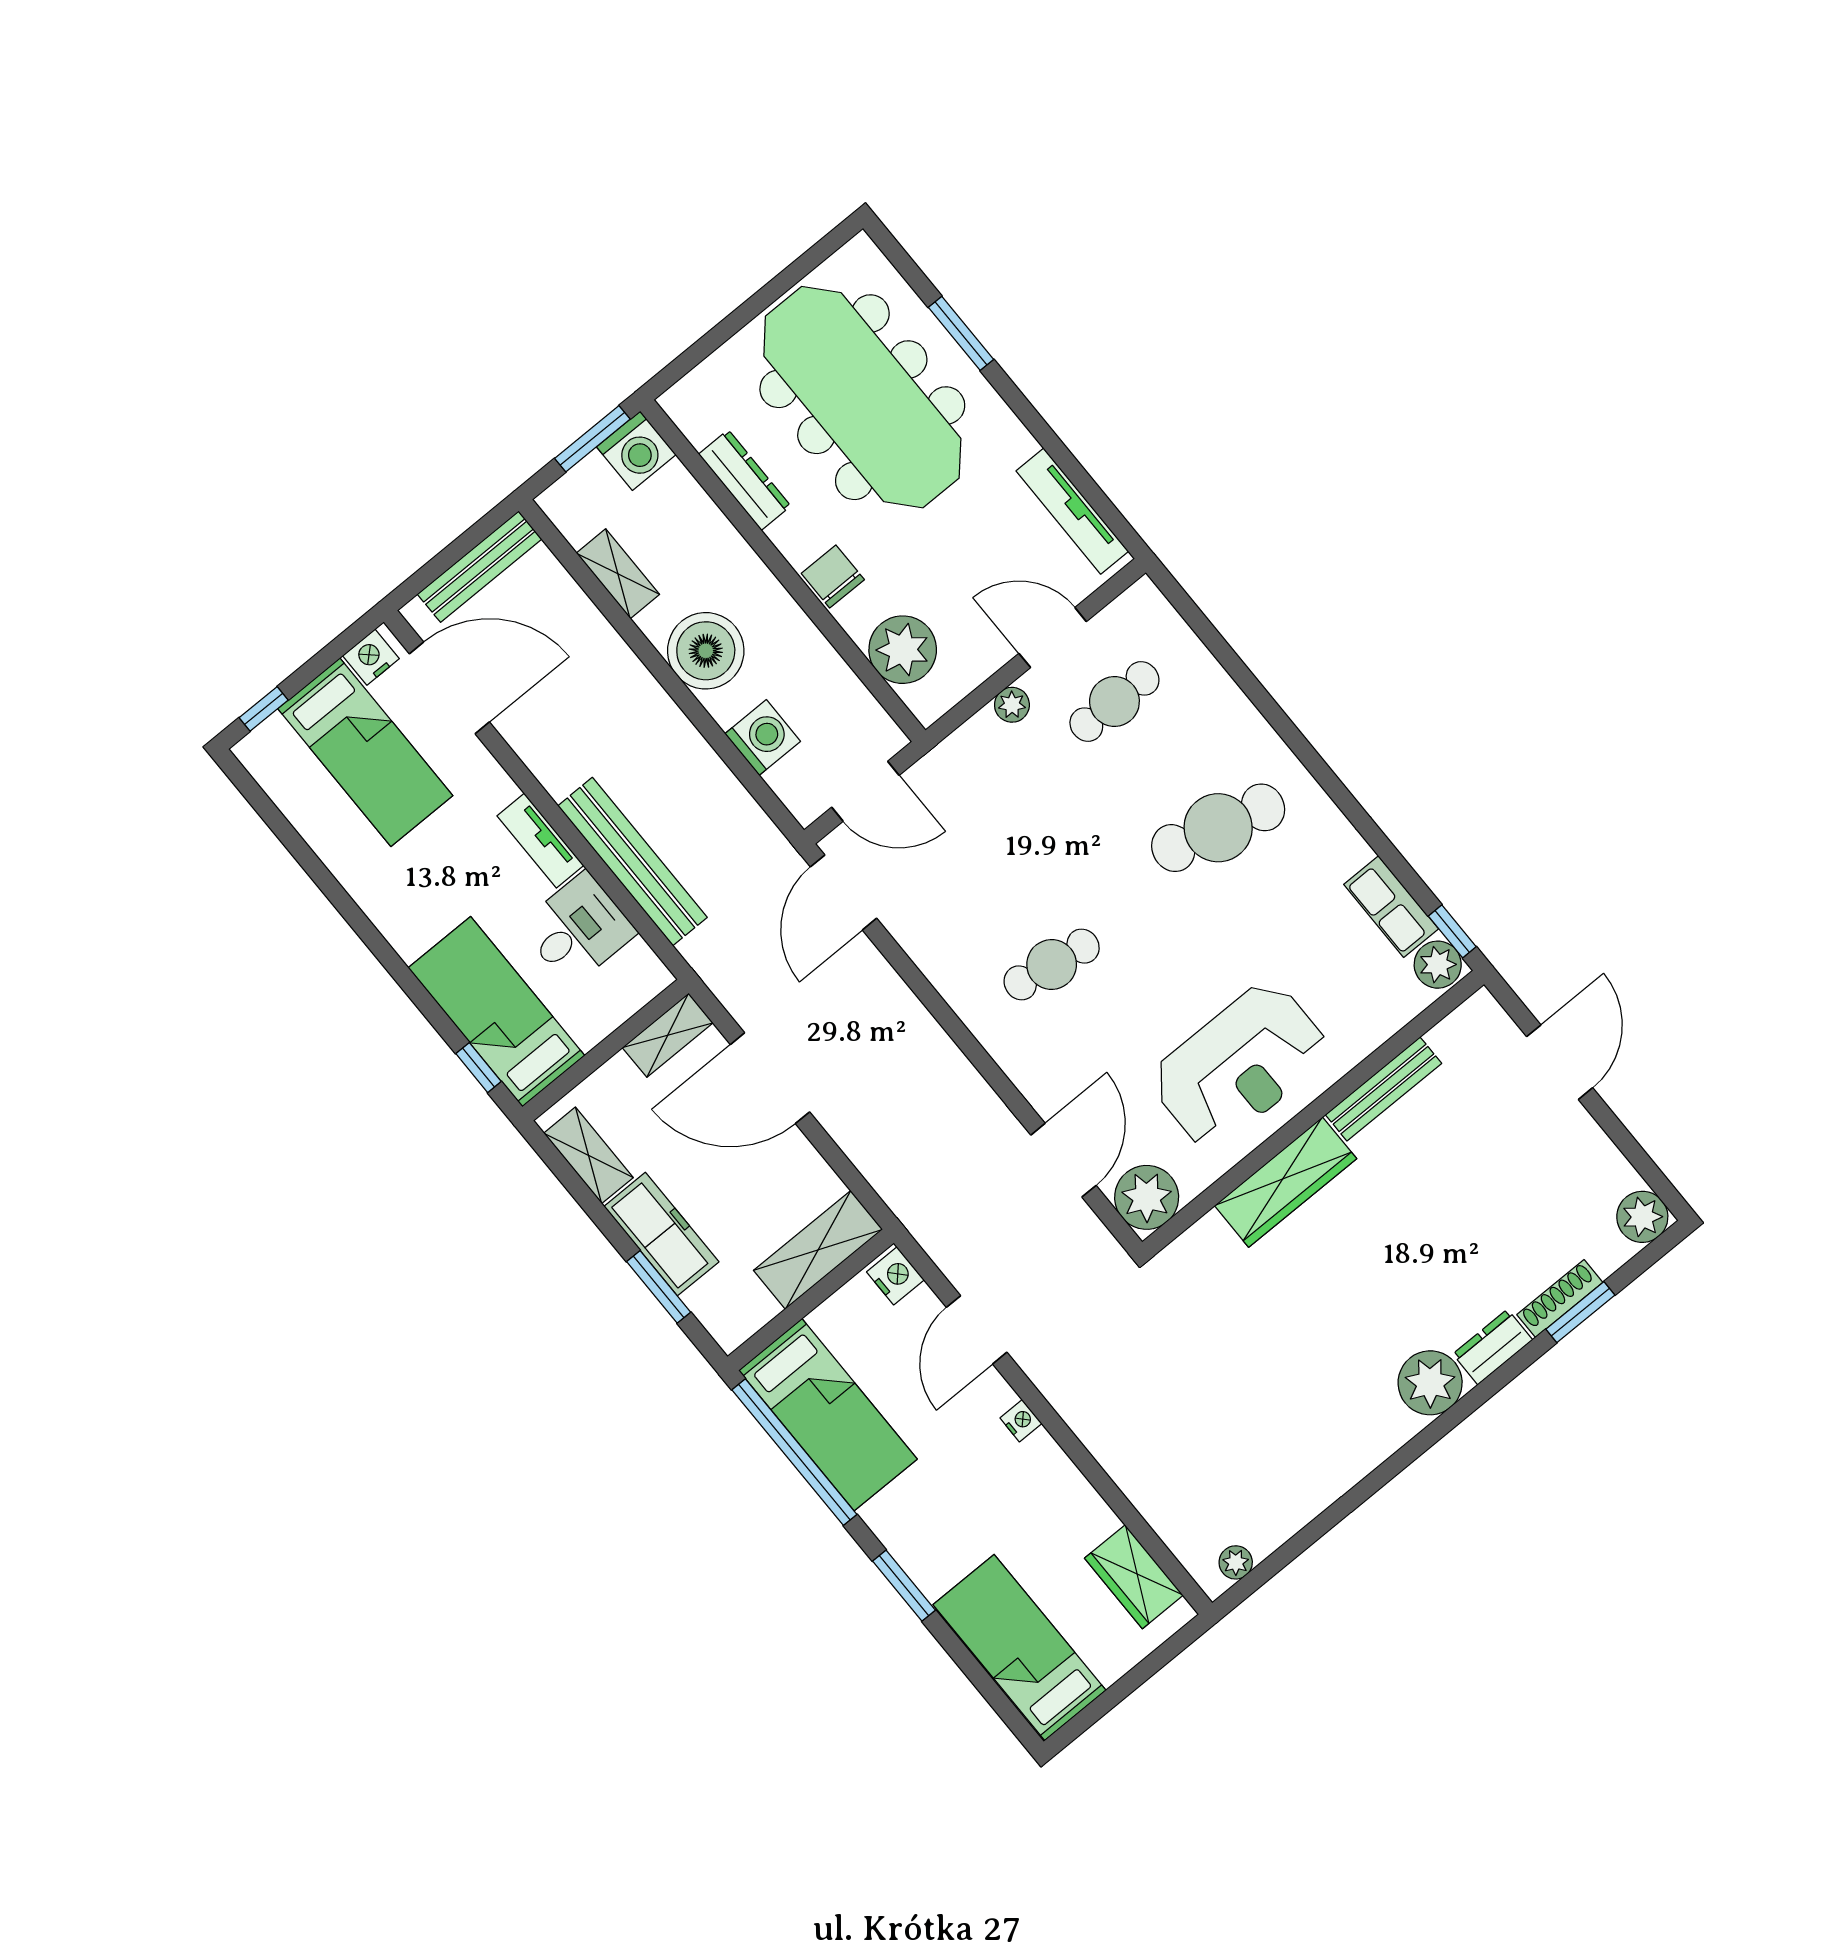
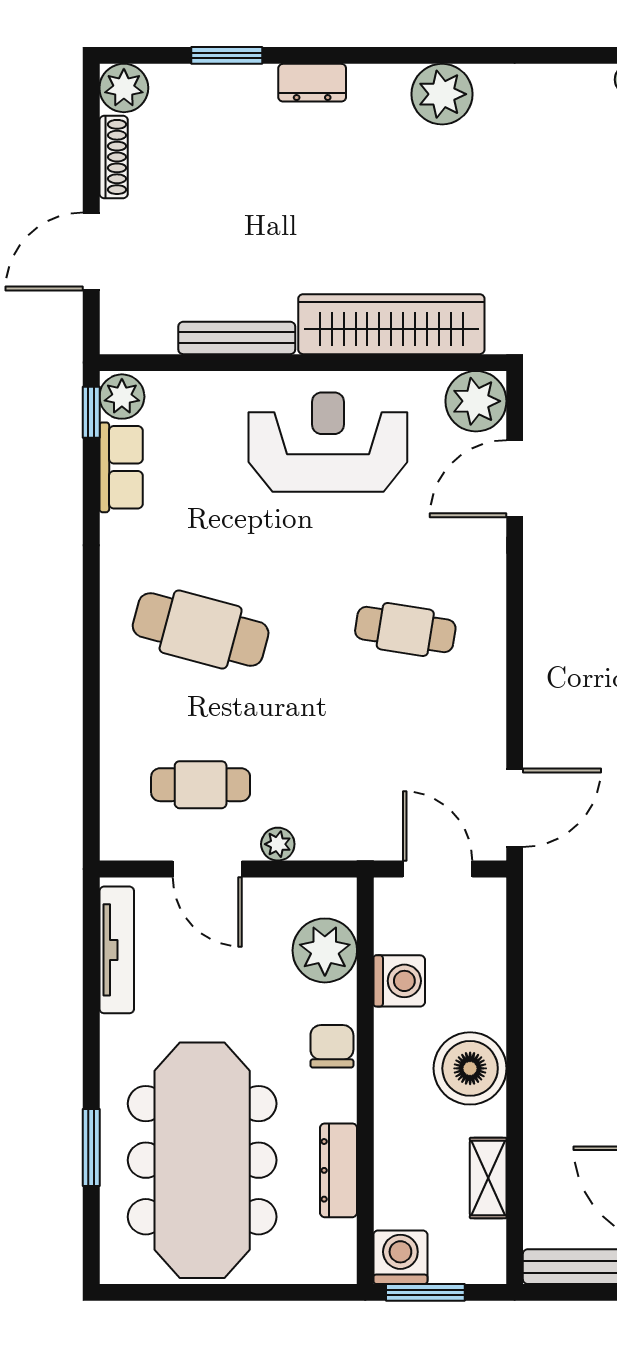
chair: (833, 576) -> (332, 1046), turned 180
washing machine: (763, 738) -> (399, 981), moved, turned 180
wardrobe: (1286, 1182) -> (391, 324), width x1.40, depth x1.17
shoe rack: (1560, 1299) -> (114, 157), moved, turned -90
plant: (1430, 1383) -> (442, 94), moved

